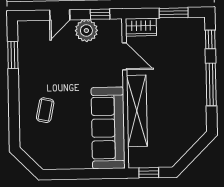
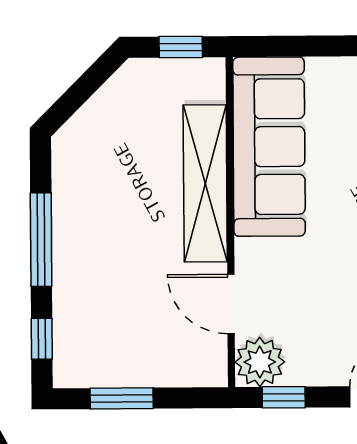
wardrobe: (141, 27) -> (194, 368), removed
plant: (86, 31) -> (260, 362), moved

